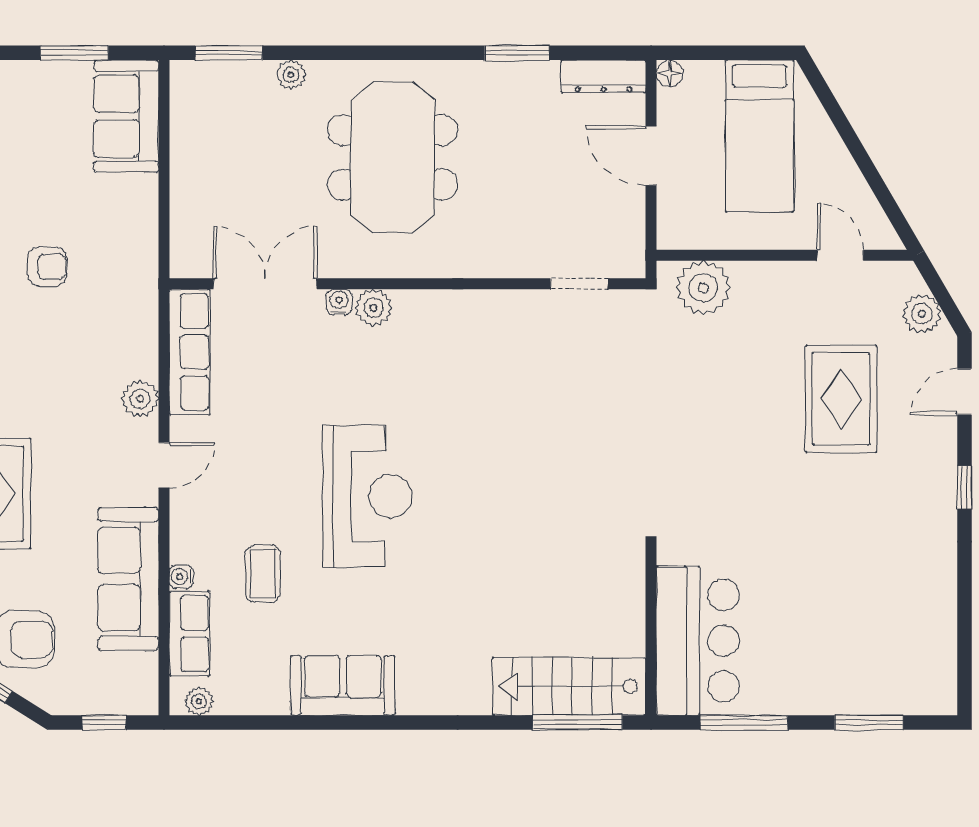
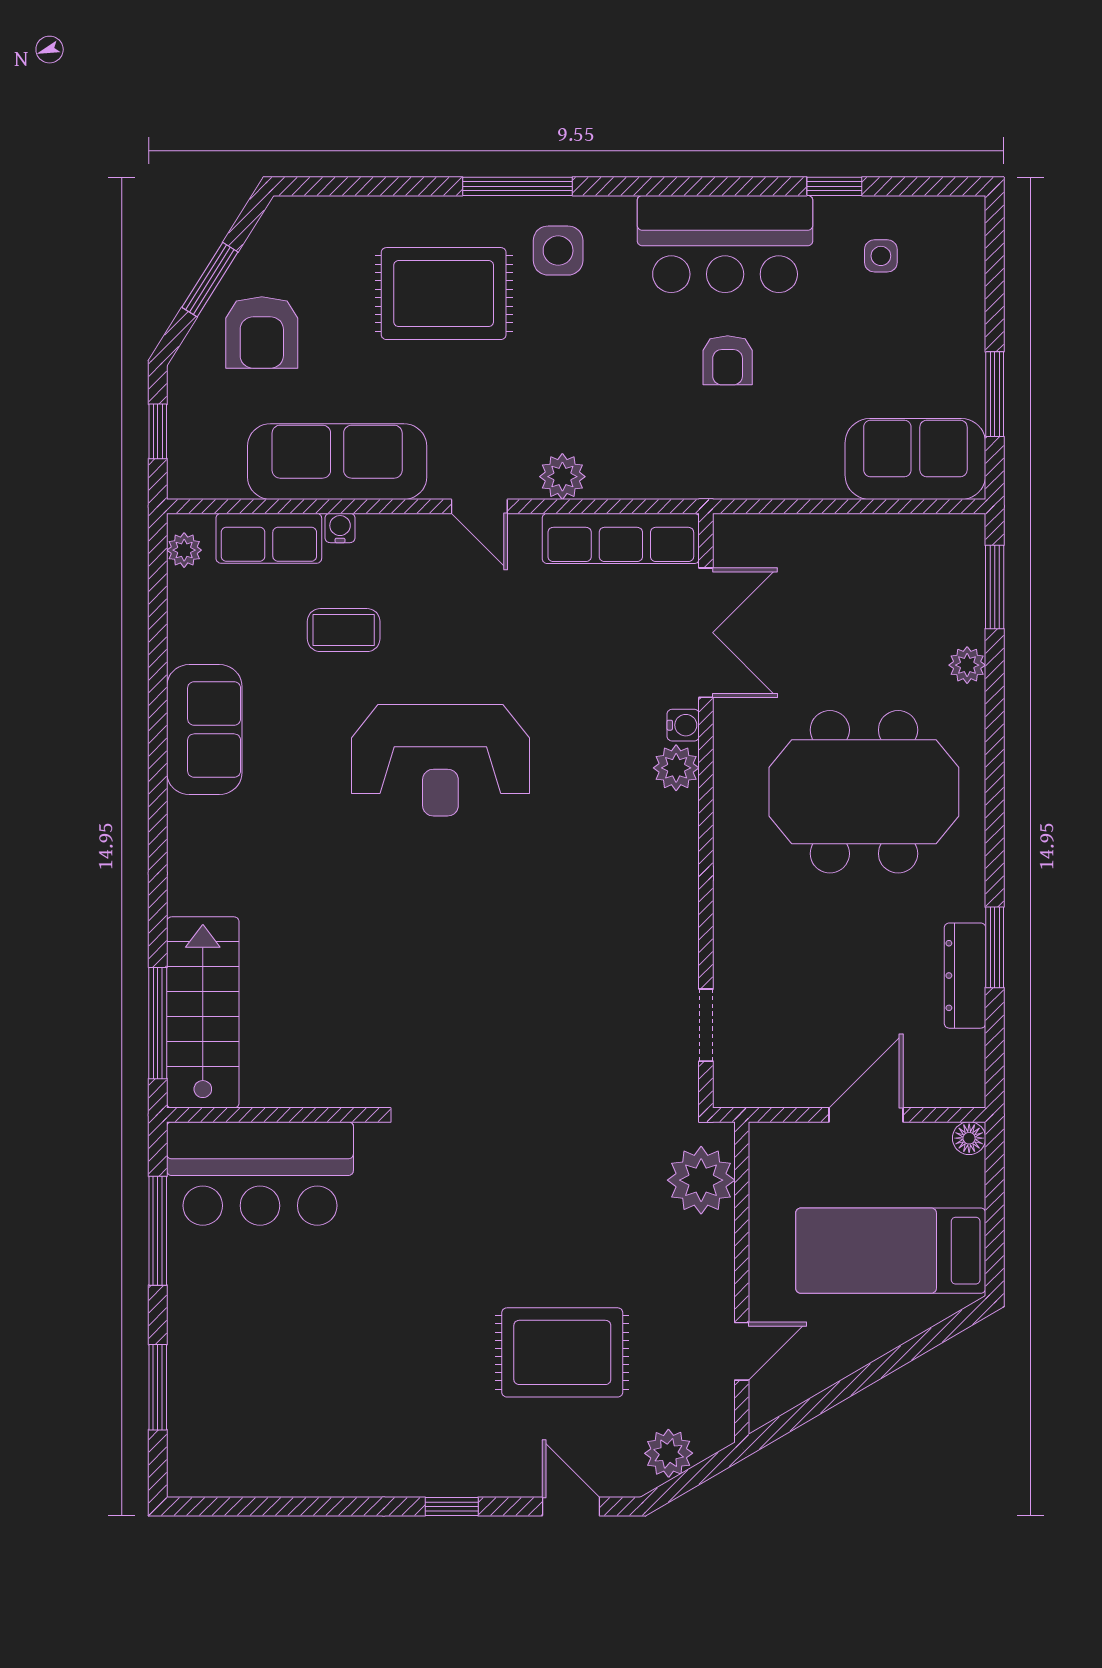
dresser: (604, 76) -> (965, 976), moved

